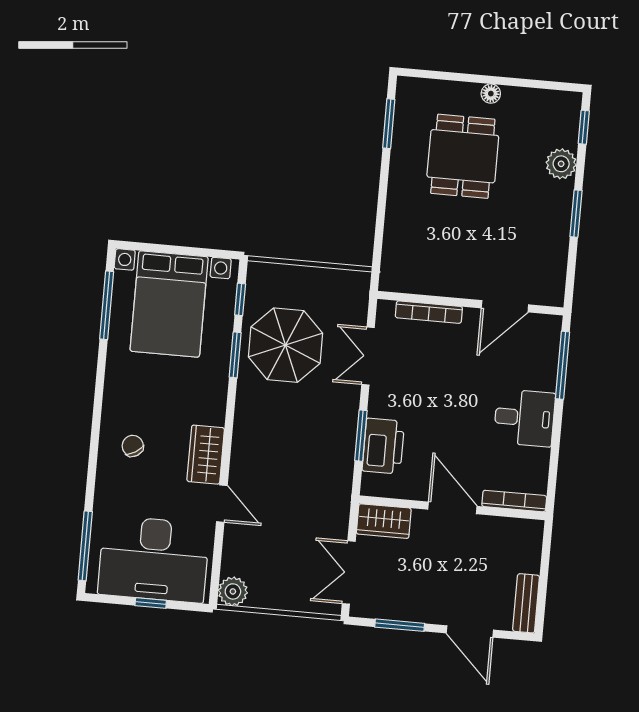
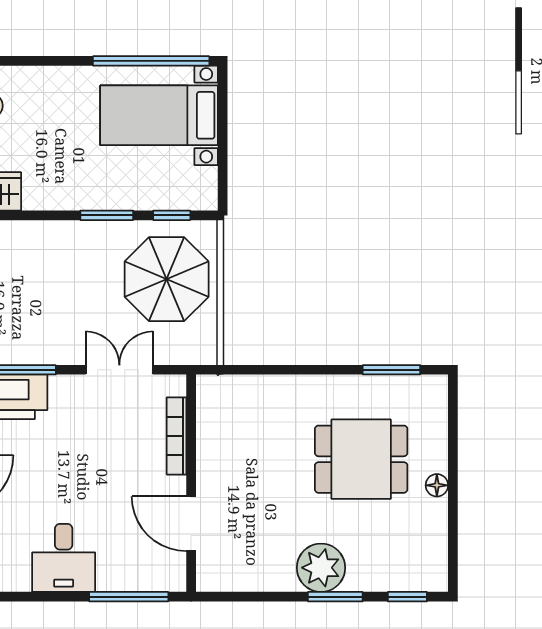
plant: (561, 164) -> (321, 568), moved, width x1.36, depth x1.36
window: (576, 214) -> (335, 597), moved
bed with nightstands: (169, 304) -> (159, 115), width x0.73
window: (107, 305) -> (151, 61), width x1.46
parasol: (286, 345) -> (167, 279), moved

